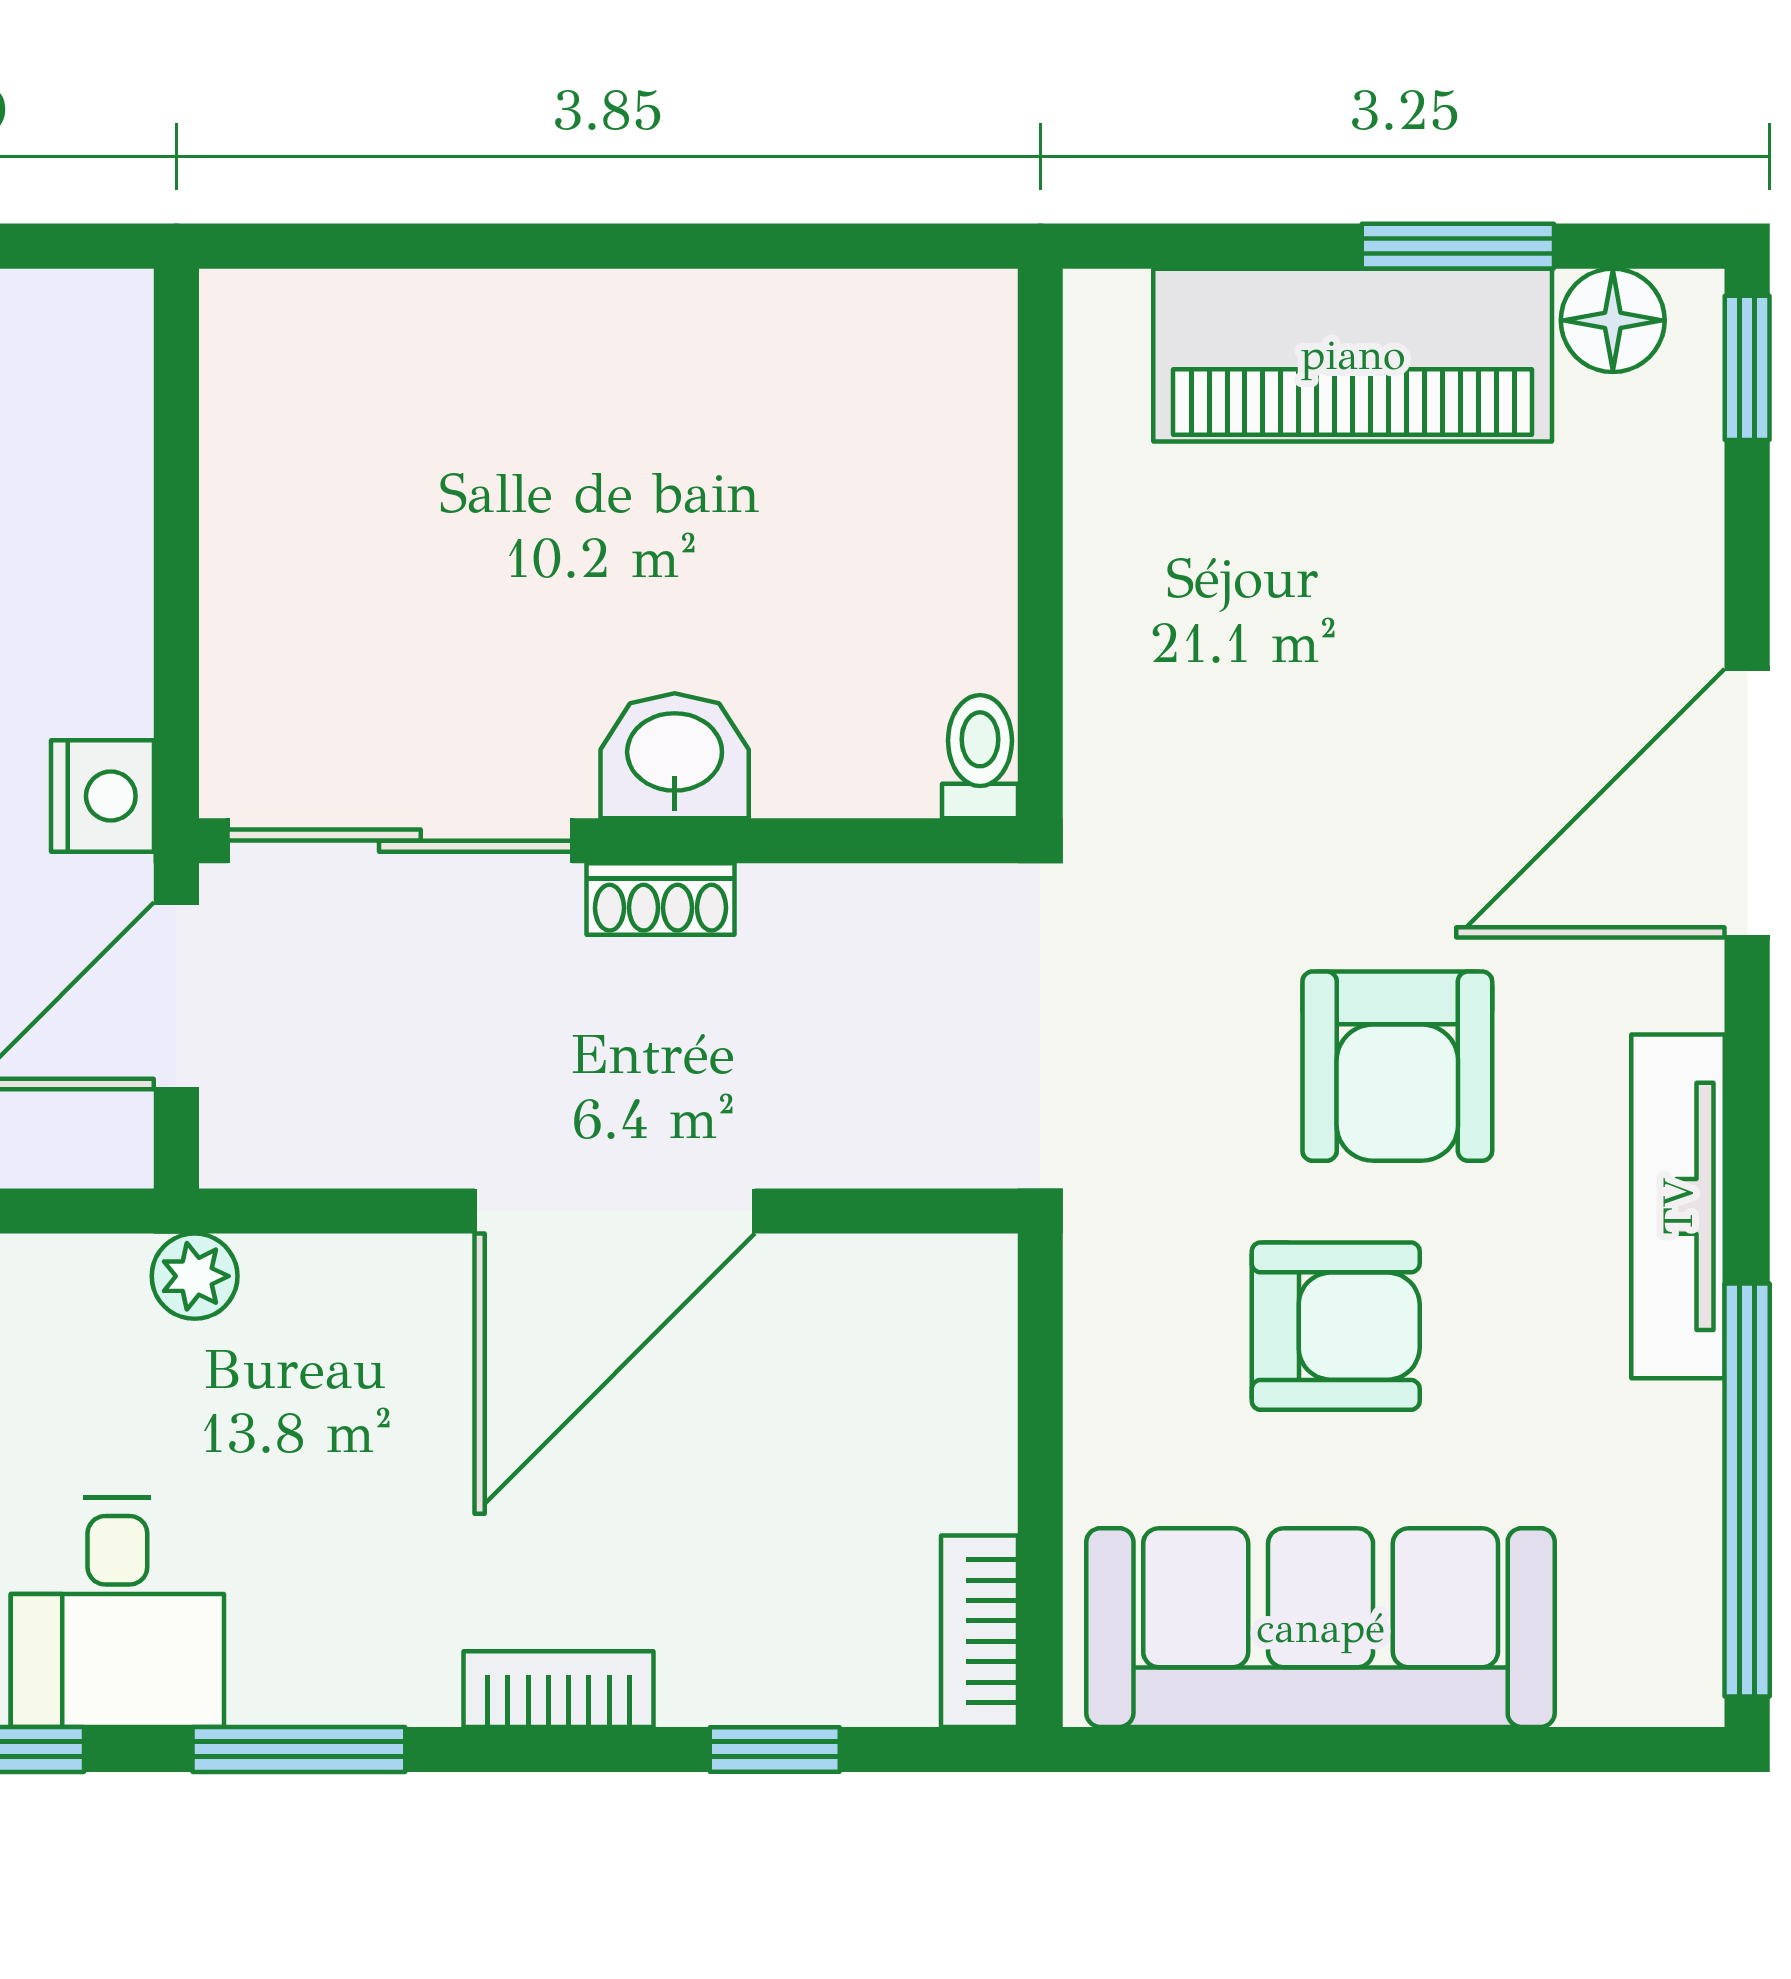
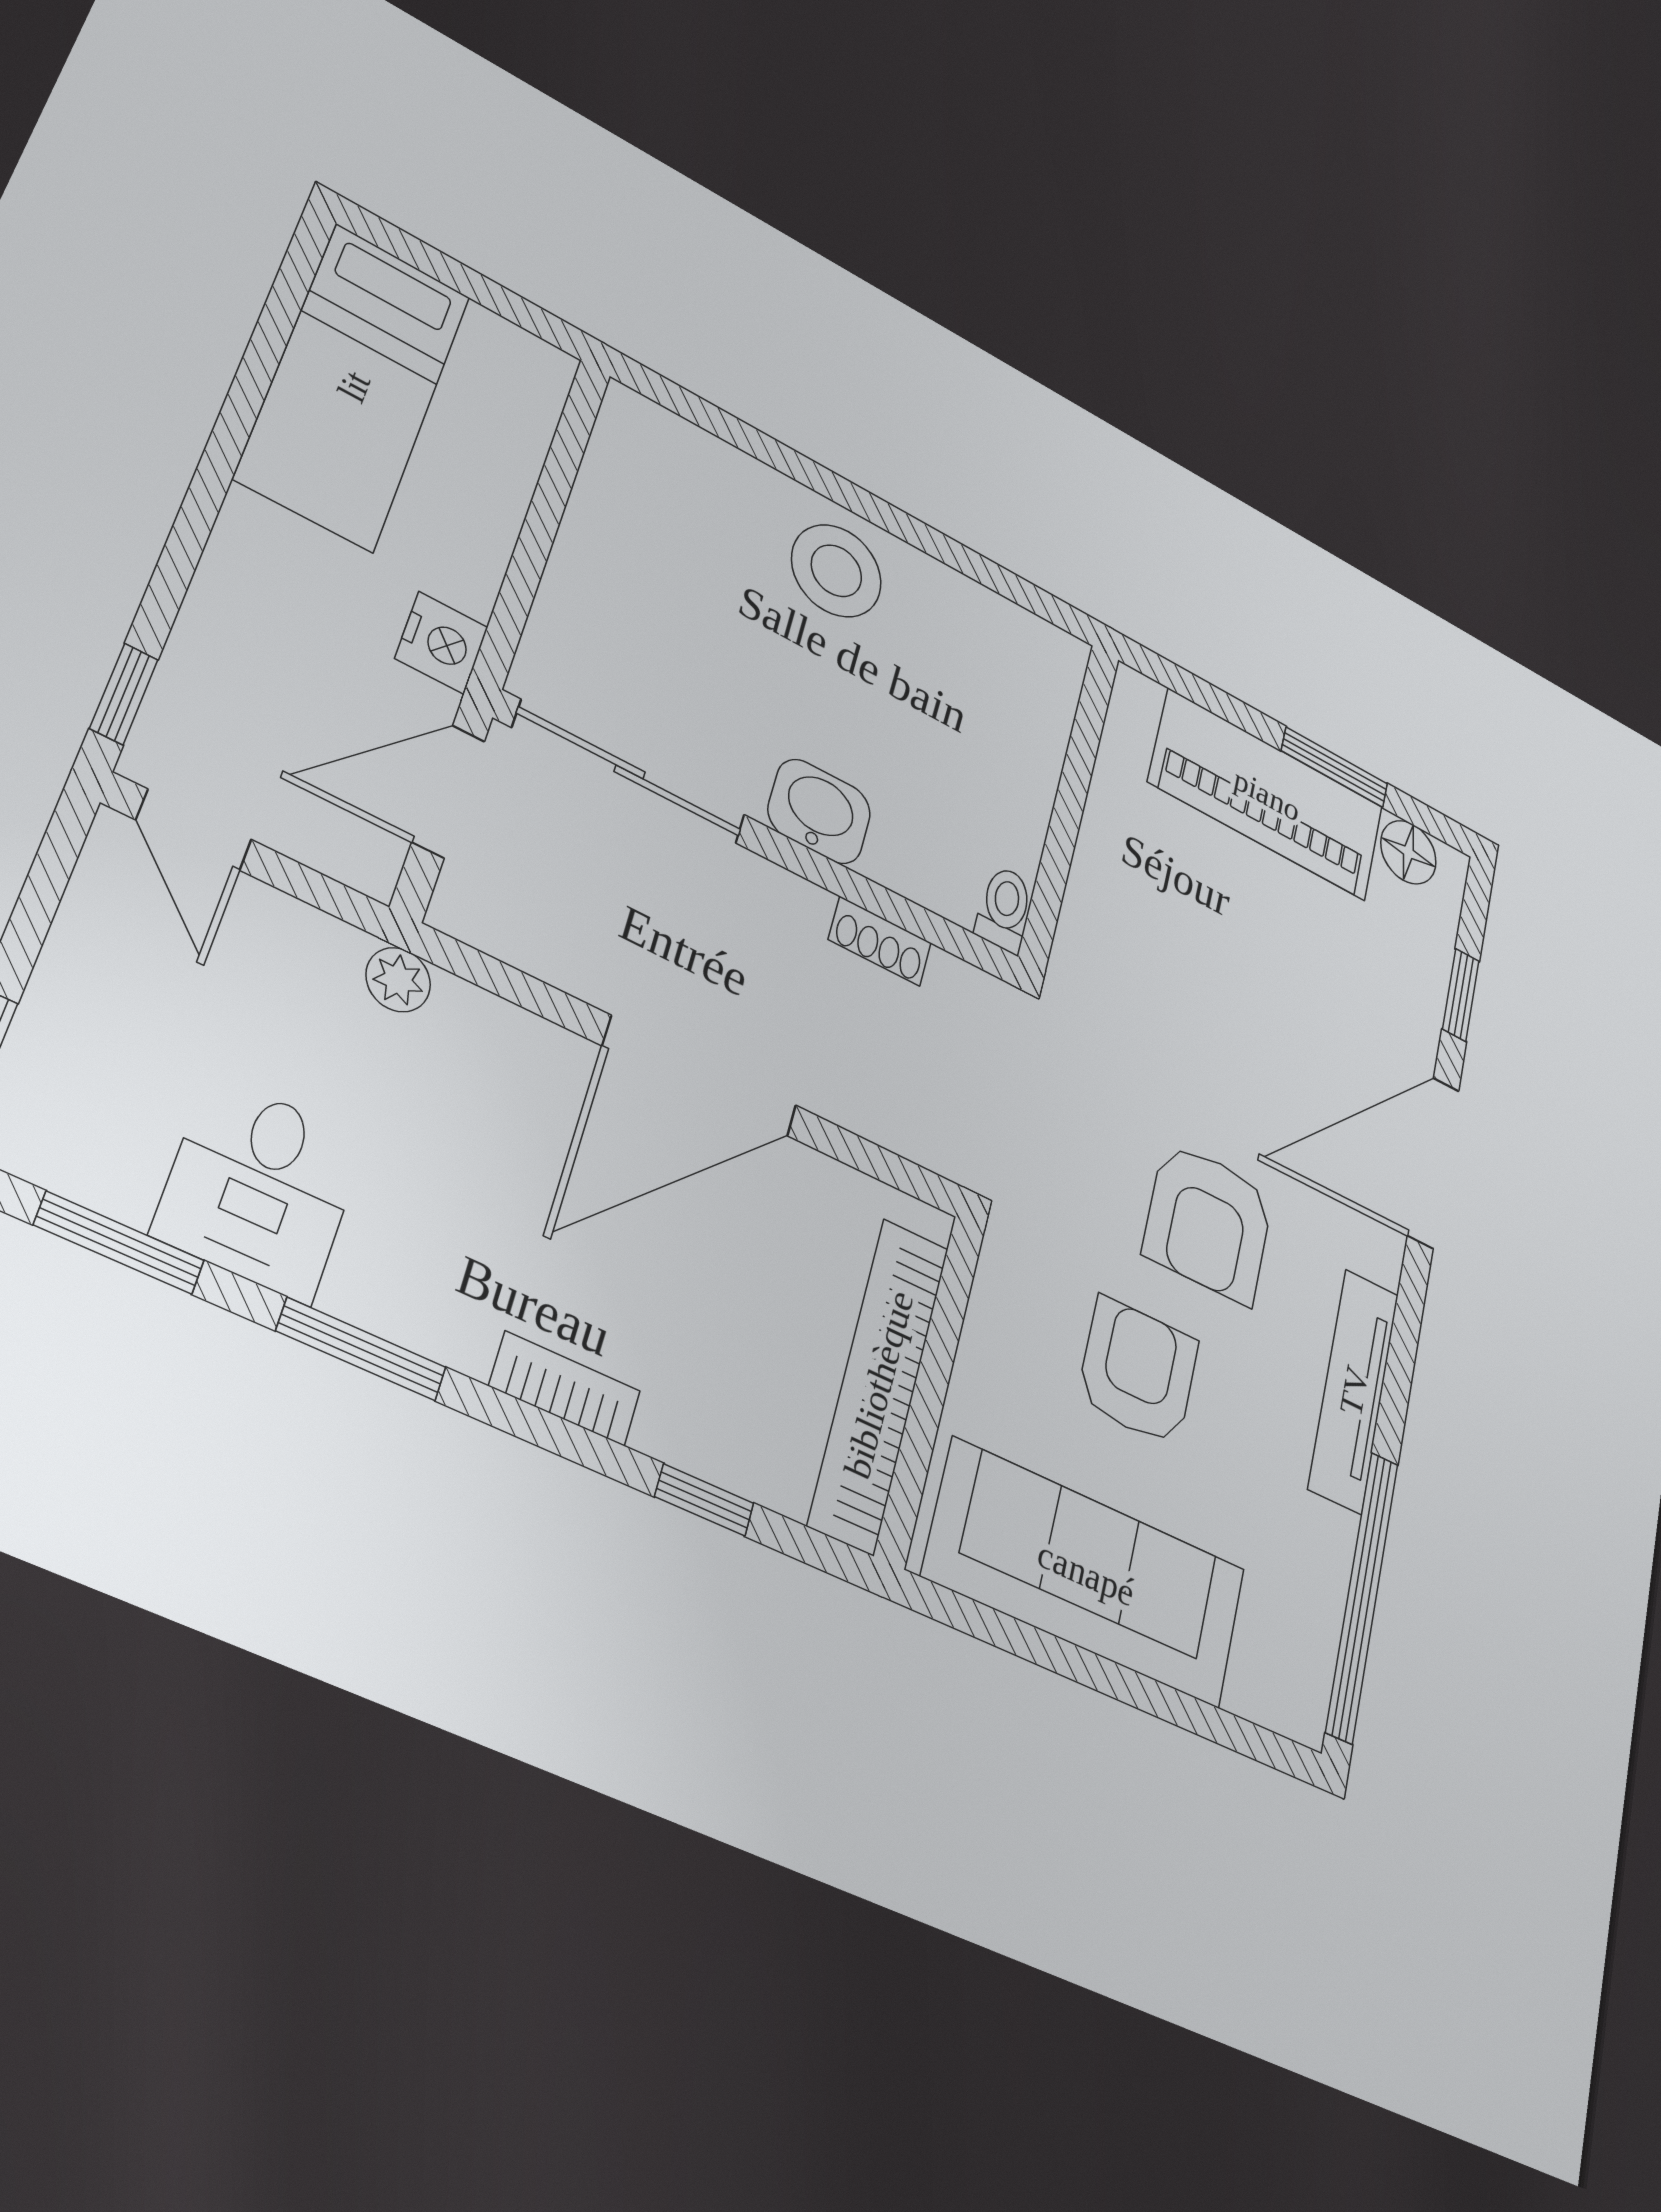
window: (1747, 368) -> (1461, 995), moved
stool: (601, 377) -> (836, 571), added
shoe rack: (661, 899) -> (880, 941), moved
armchair: (1336, 1326) -> (1138, 1372), turned -90
bookcase: (980, 1631) -> (879, 1384), width x2.31, depth x1.31

